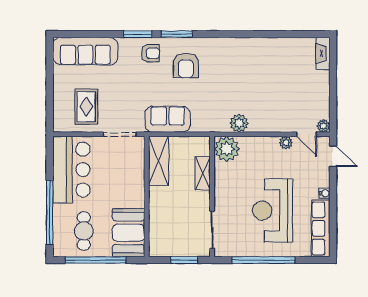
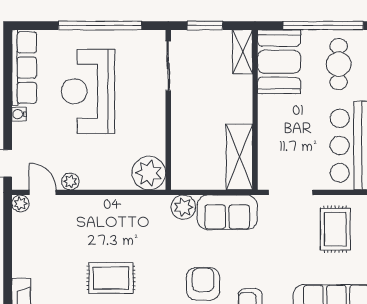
rug: (255, 70) -> (111, 278), added
plant: (239, 123) -> (183, 207), moved
shelving: (203, 173) -> (243, 52), moved
reception desk: (273, 210) -> (88, 91), turned 180

